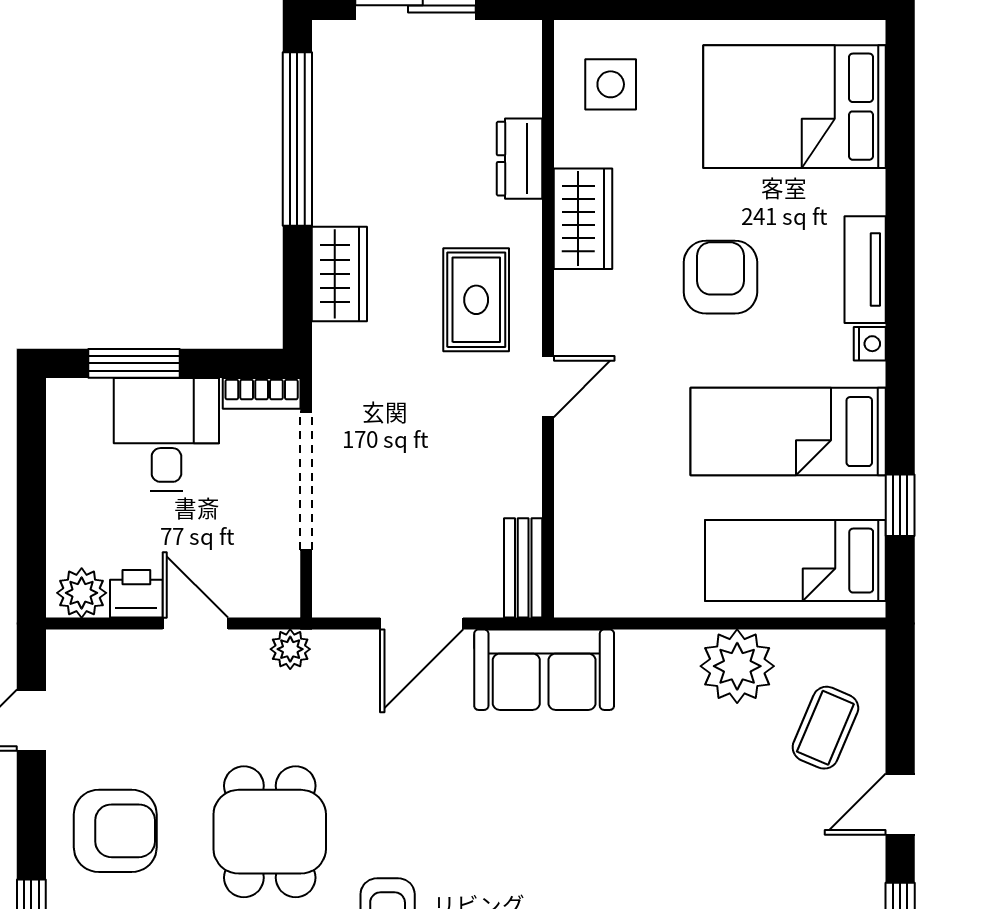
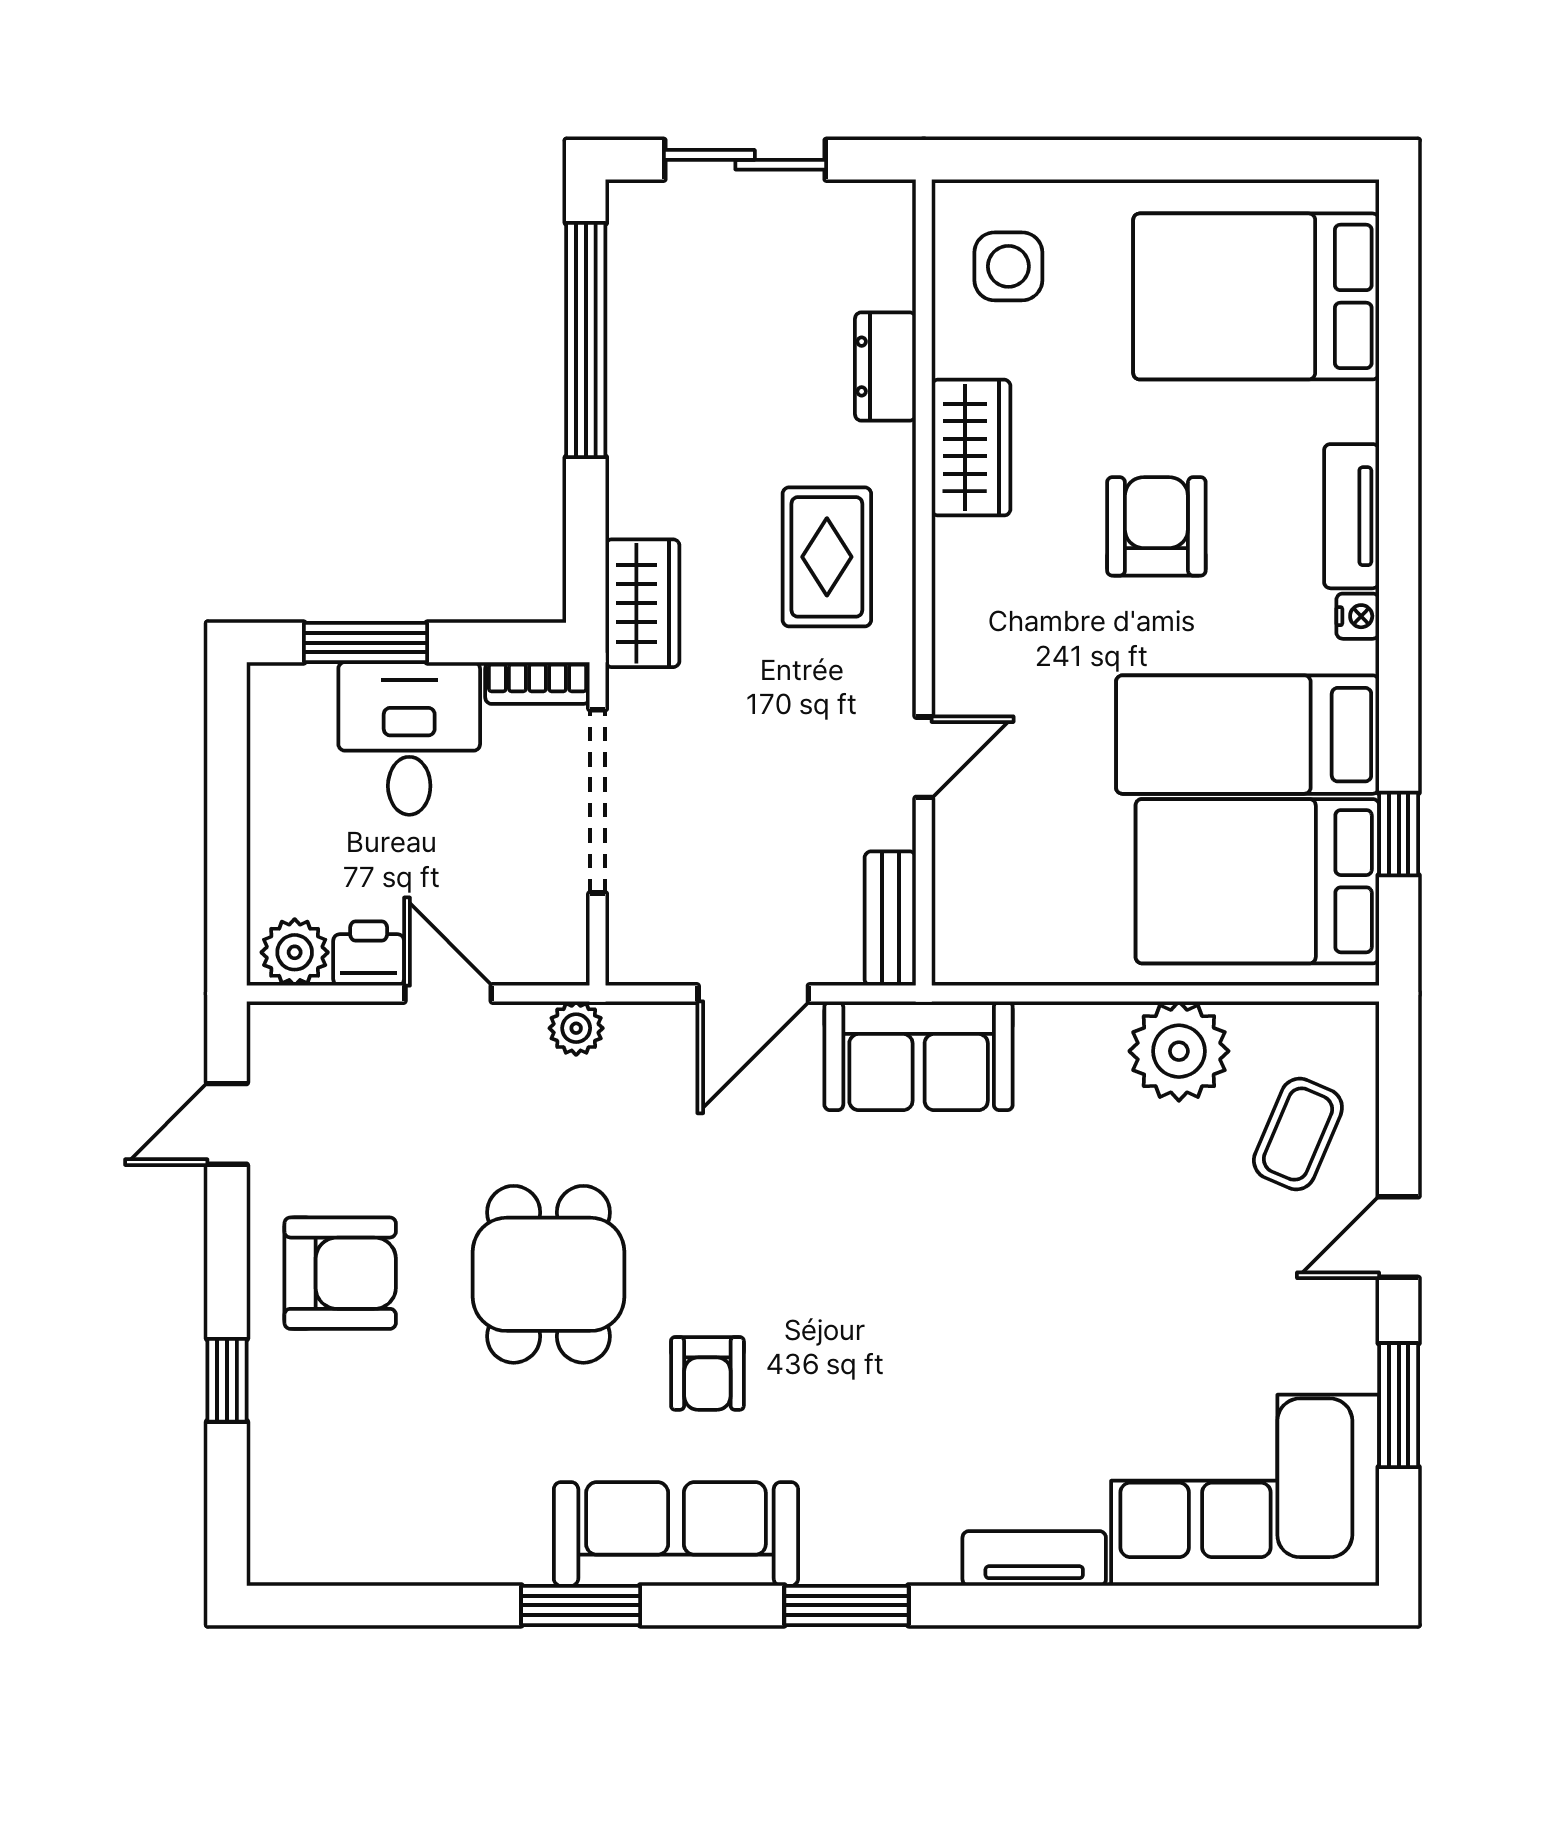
wardrobe: (339, 274) -> (642, 603), moved
door: (548, 387) -> (924, 757), moved
bed: (795, 561) -> (1257, 881), width x1.50

